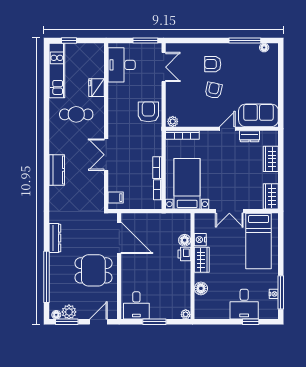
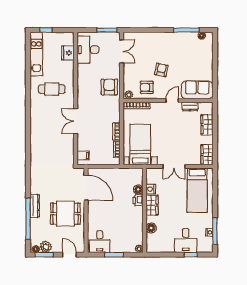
armchair: (213, 64) -> (147, 87), moved
fridge: (96, 88) -> (68, 53), moved
kitchen counter: (57, 170) -> (36, 133), removed
dresser: (55, 238) -> (35, 206), moved
door: (98, 322) -> (69, 255), hinge flipped

